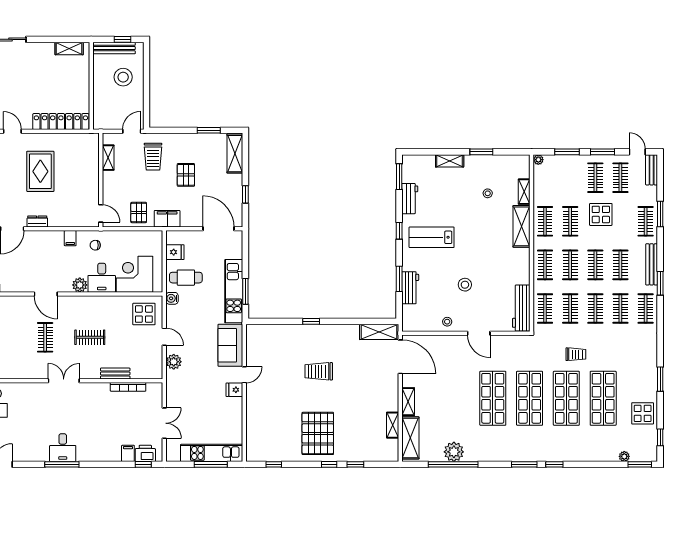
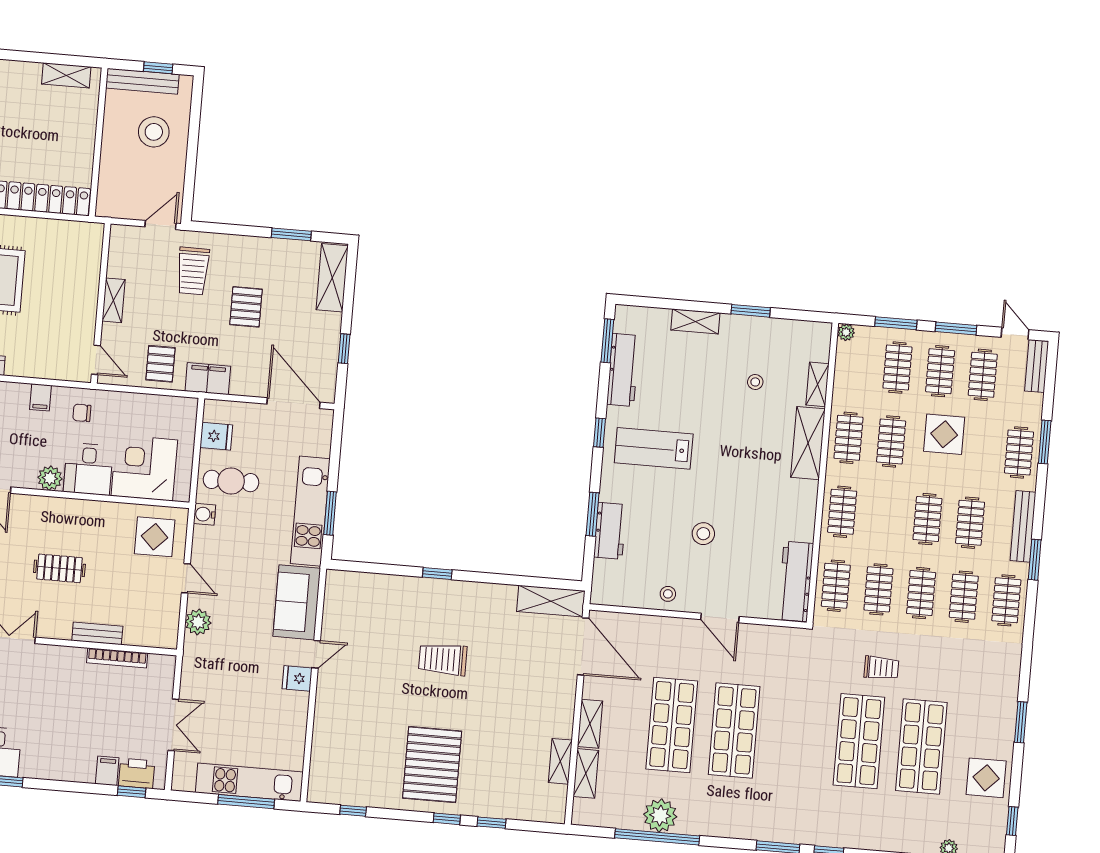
shelving: (108, 158) -> (114, 300), moved
workbench: (410, 199) -> (623, 370), width x1.38
clothes rail: (570, 265) -> (897, 368), moved
shop shelf: (530, 398) -> (672, 725), moved
shelving: (410, 438) -> (586, 773), width x0.67, depth x0.75

